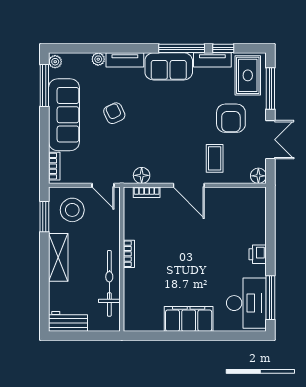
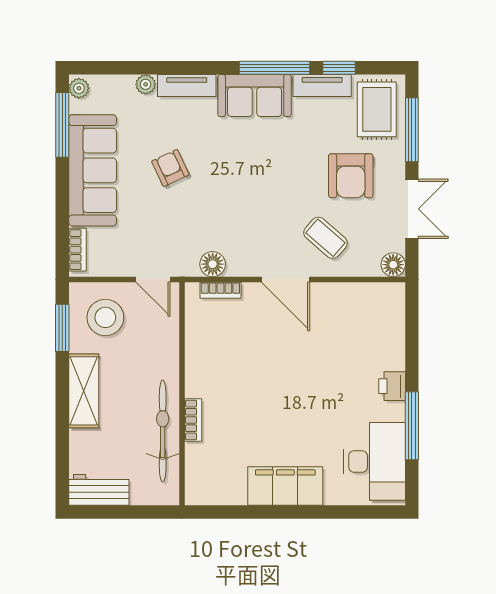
coffee table: (215, 158) -> (325, 238), turned -49
bookcase: (129, 254) -> (193, 420), moved
window: (270, 298) -> (412, 426), moved

